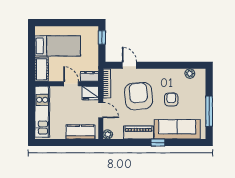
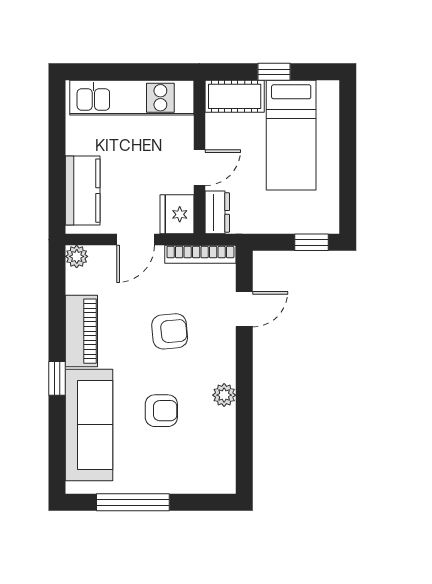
window: (32, 53) -> (274, 72), added
plant: (190, 74) -> (224, 395), moved
armchair: (139, 96) -> (170, 331), width x0.53, depth x0.53

